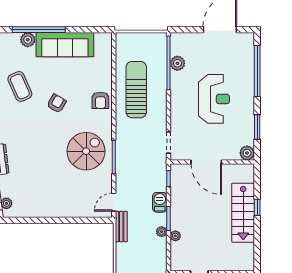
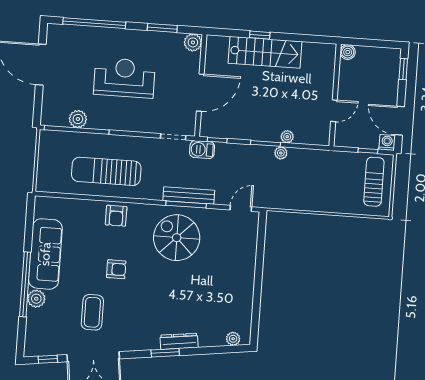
coffee table: (20, 86) -> (92, 312), turned -66
armchair: (100, 100) -> (116, 216), turned 90
armchair: (57, 103) -> (116, 269), turned 150
door: (114, 202) -> (241, 208), swing flipped
barbecue: (160, 202) -> (202, 150), moved
bench: (121, 227) -> (189, 196), moved, width x1.36

